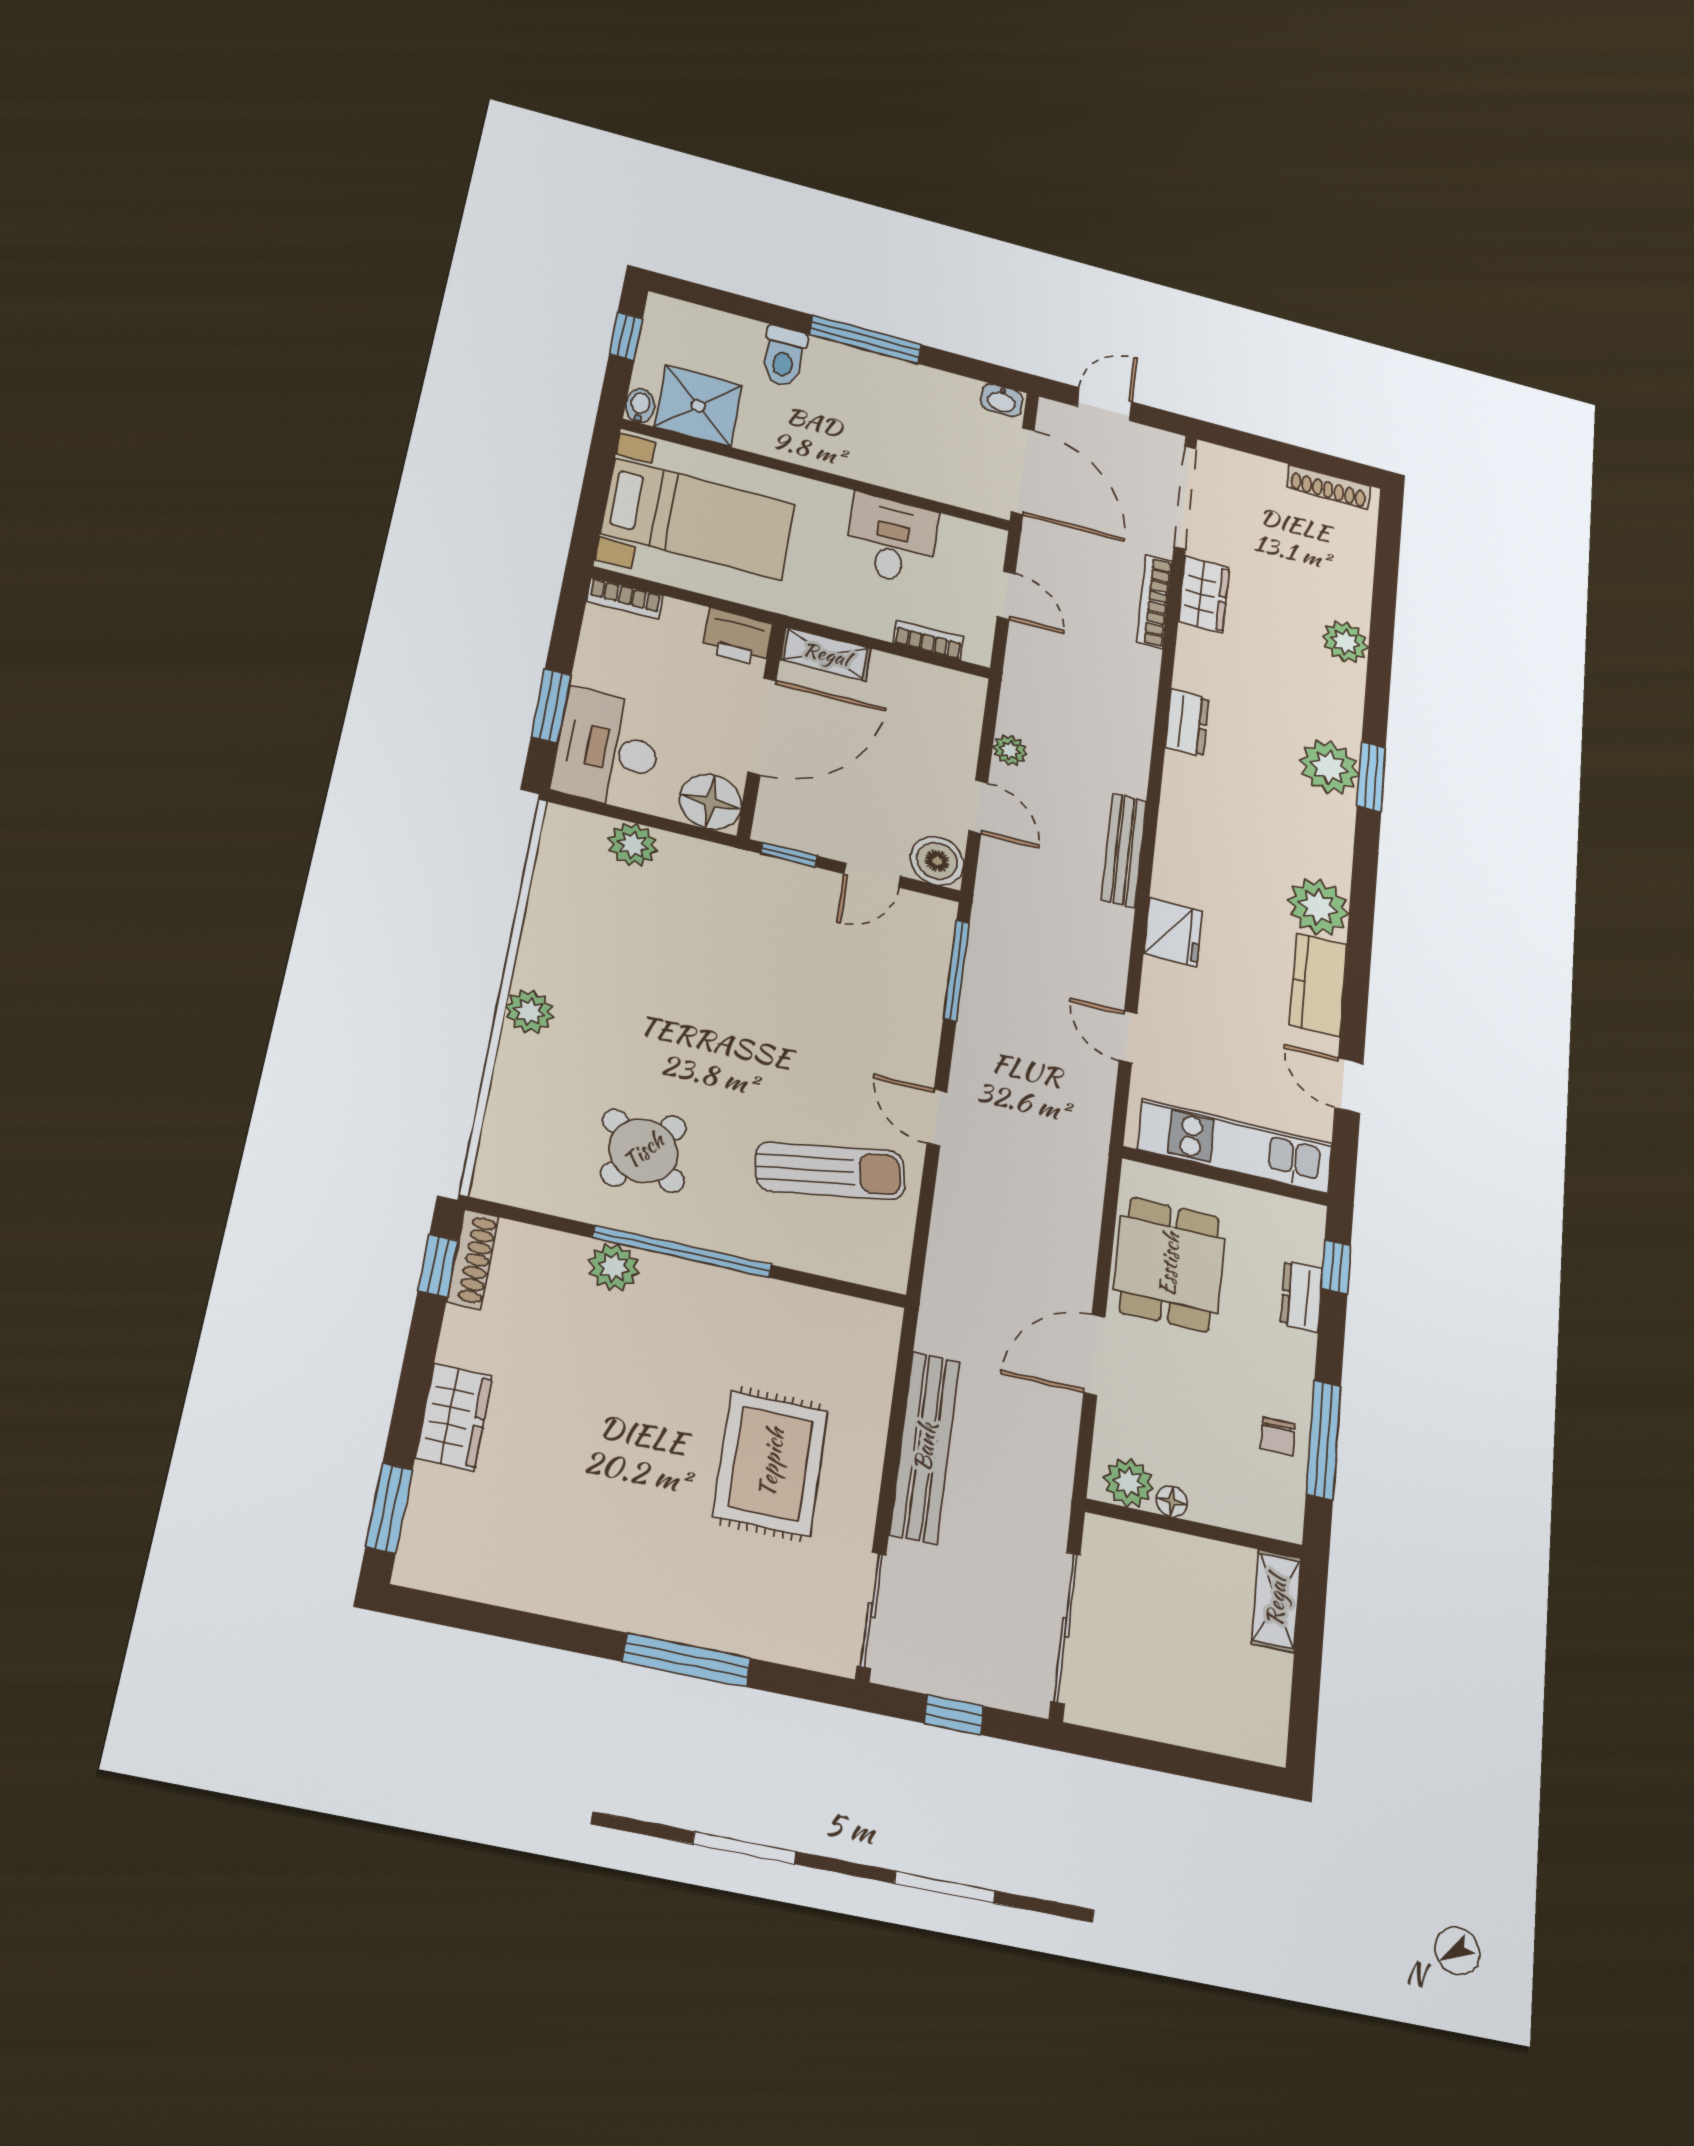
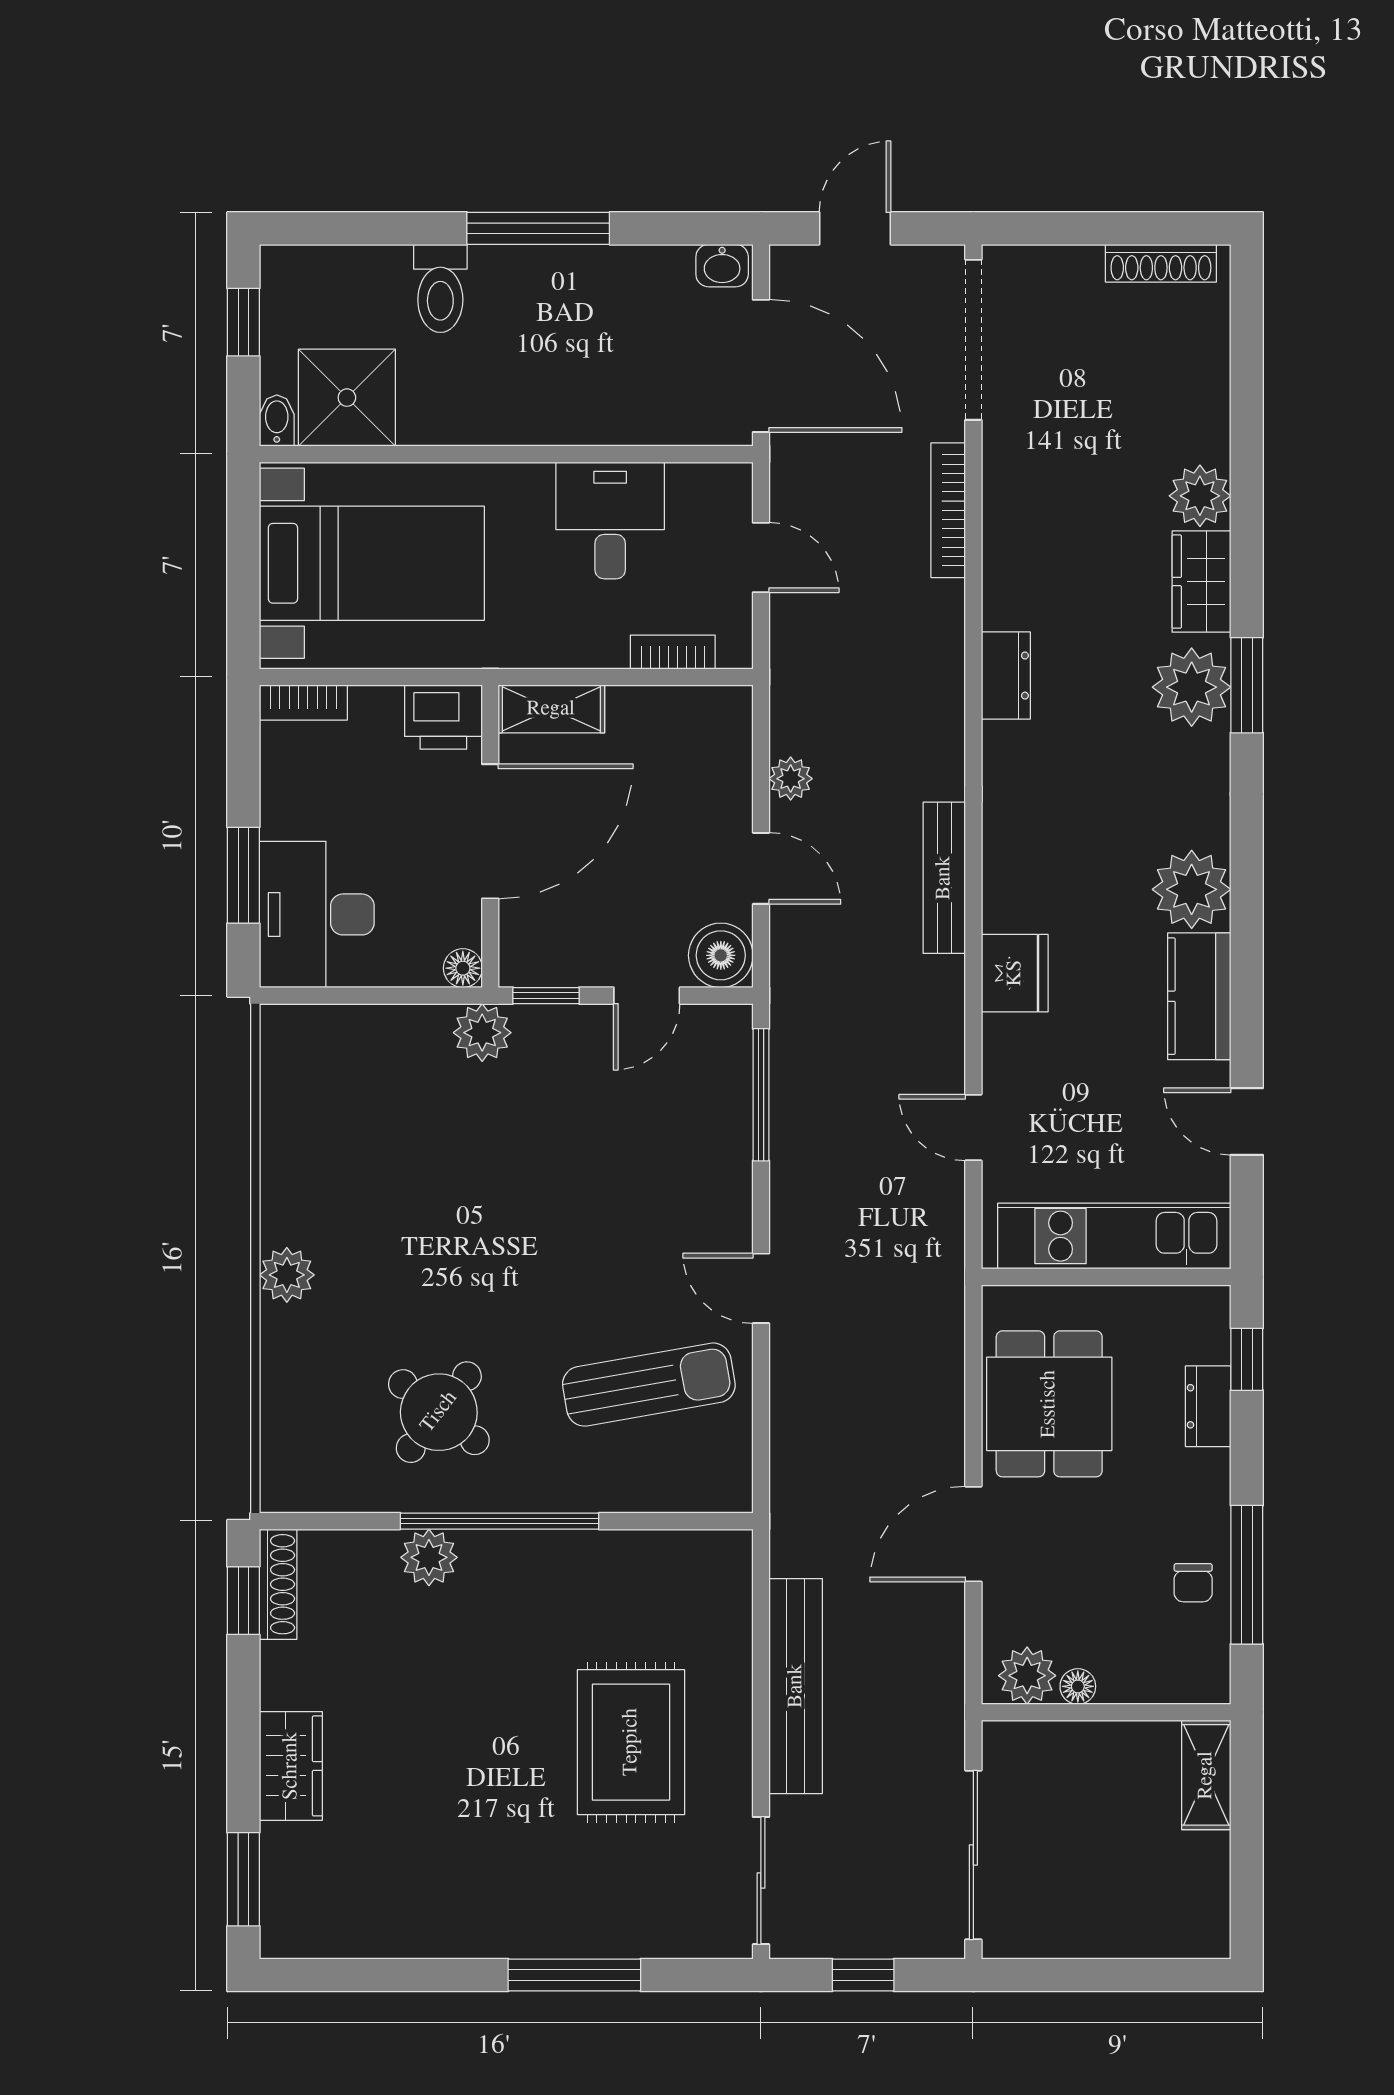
wardrobe: (1204, 595) -> (1201, 582), moved, turned 180
floor lamp: (711, 802) -> (463, 968), width x0.53, depth x0.53
plant: (633, 845) -> (482, 1033), moved

